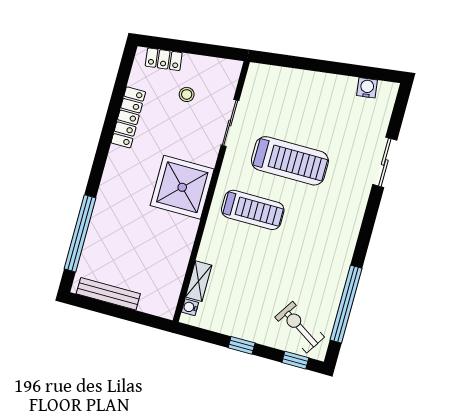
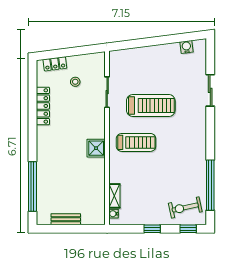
shower: (182, 187) -> (96, 148), width x0.54, depth x0.54
bench: (108, 294) -> (66, 219), width x0.73
exercise bike: (300, 327) -> (185, 207), turned -45

